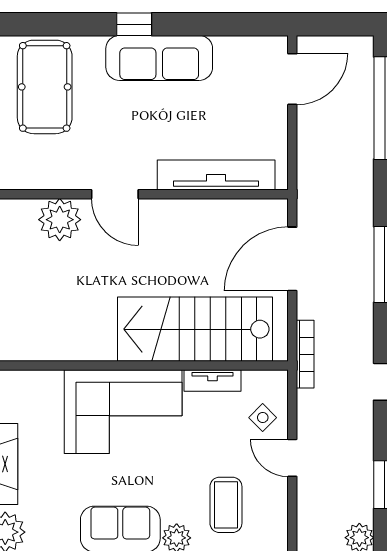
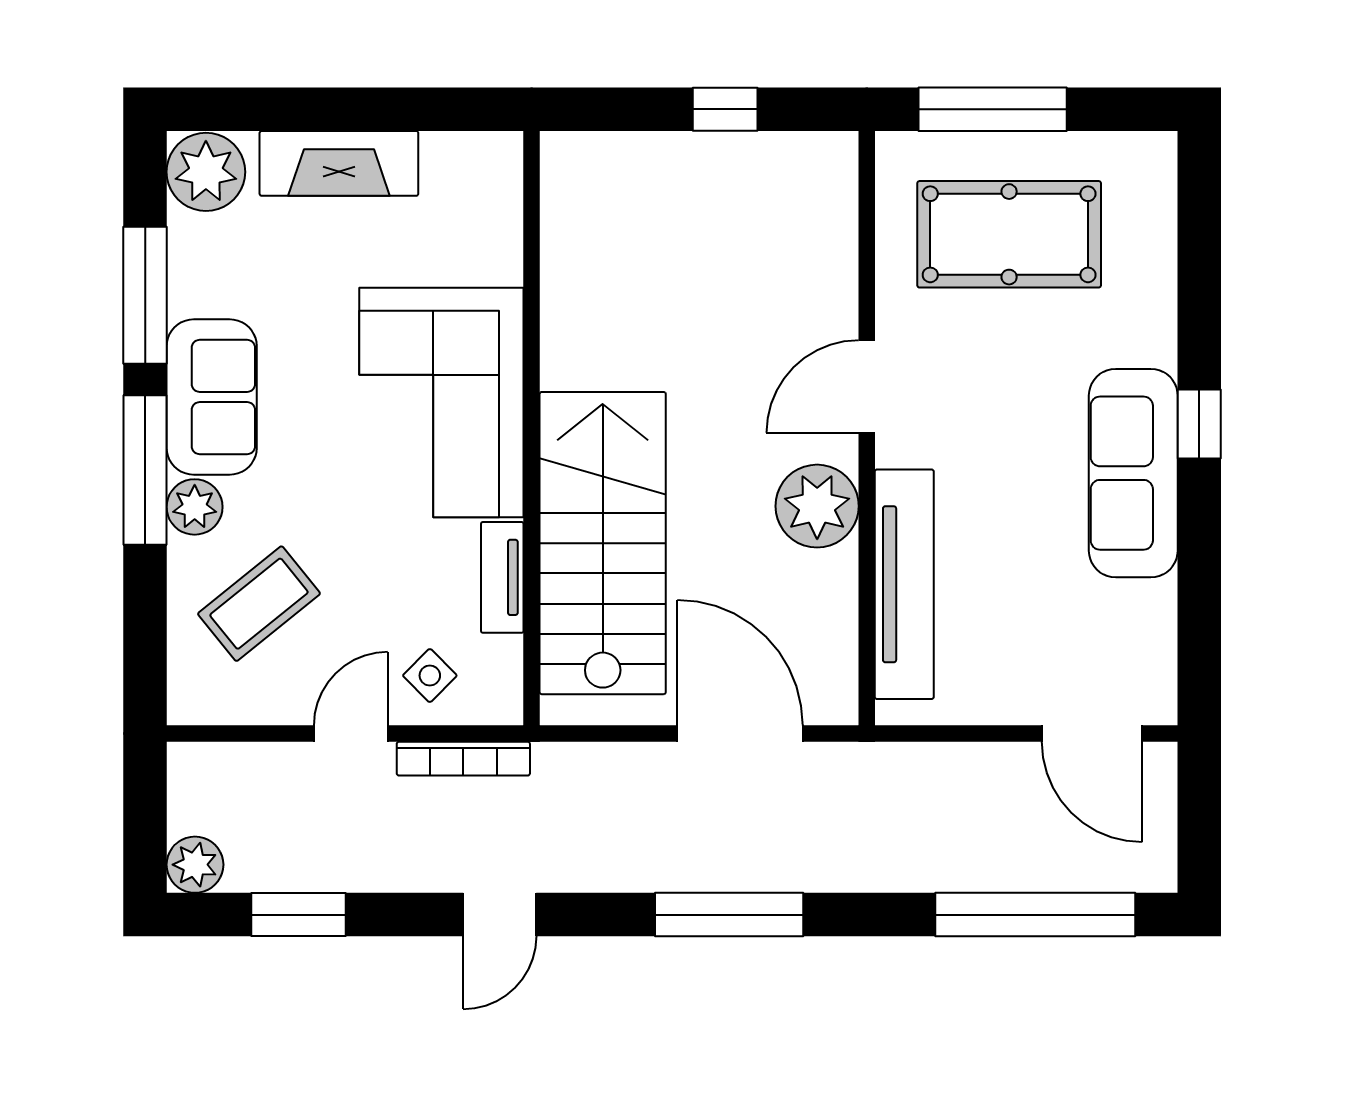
pool table: (45, 87) -> (1009, 234), moved
plant: (60, 220) -> (817, 506), moved
bookcase: (305, 354) -> (463, 759), moved
coffee table: (226, 505) -> (259, 604), turned -39

